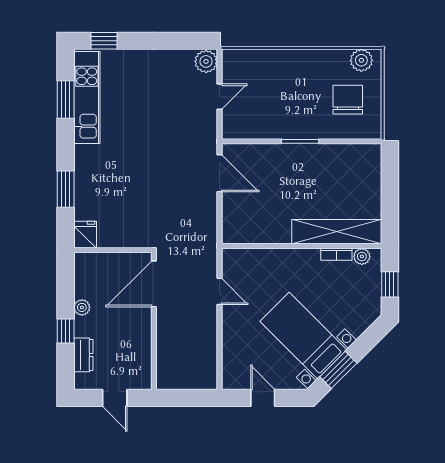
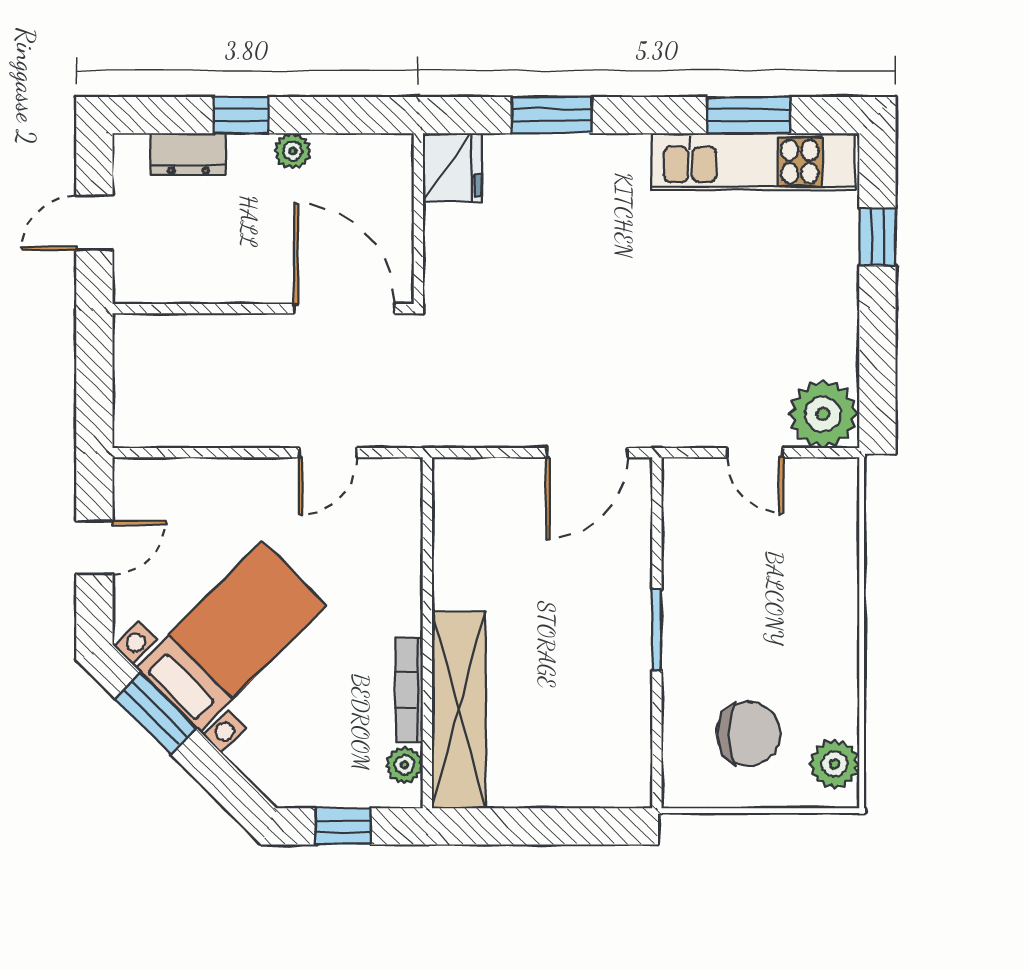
window: (104, 41) -> (877, 237), moved
plant: (206, 61) -> (823, 414), width x1.36, depth x1.36
fridge: (85, 235) -> (452, 167), width x1.38
bookcase: (336, 254) -> (409, 690), width x1.56

